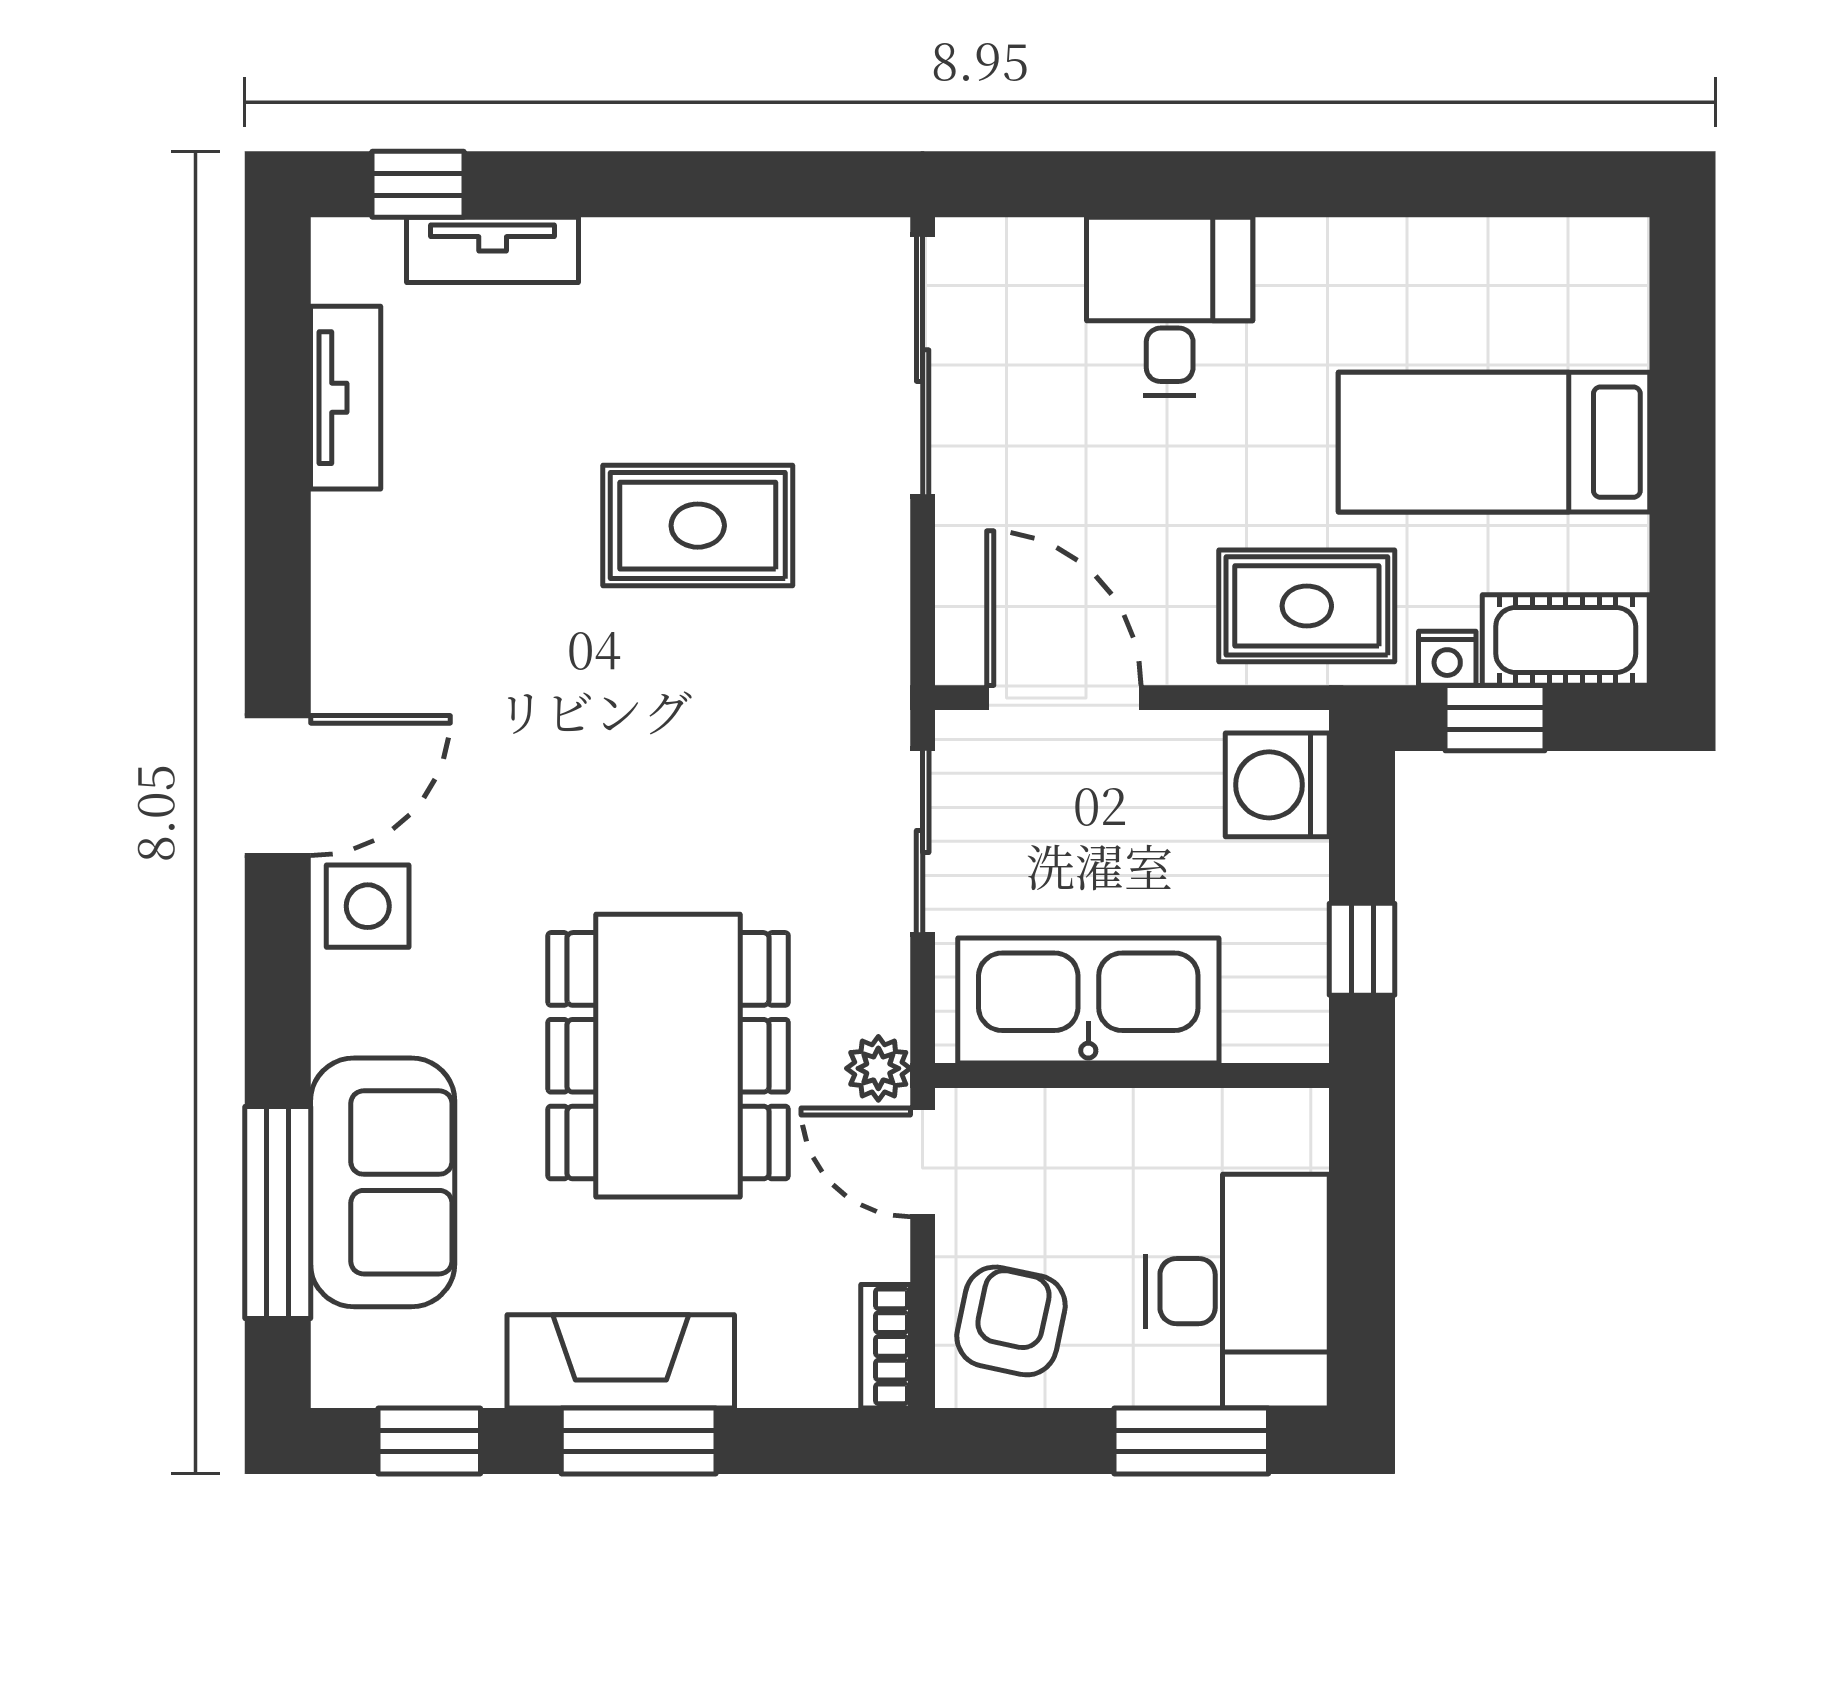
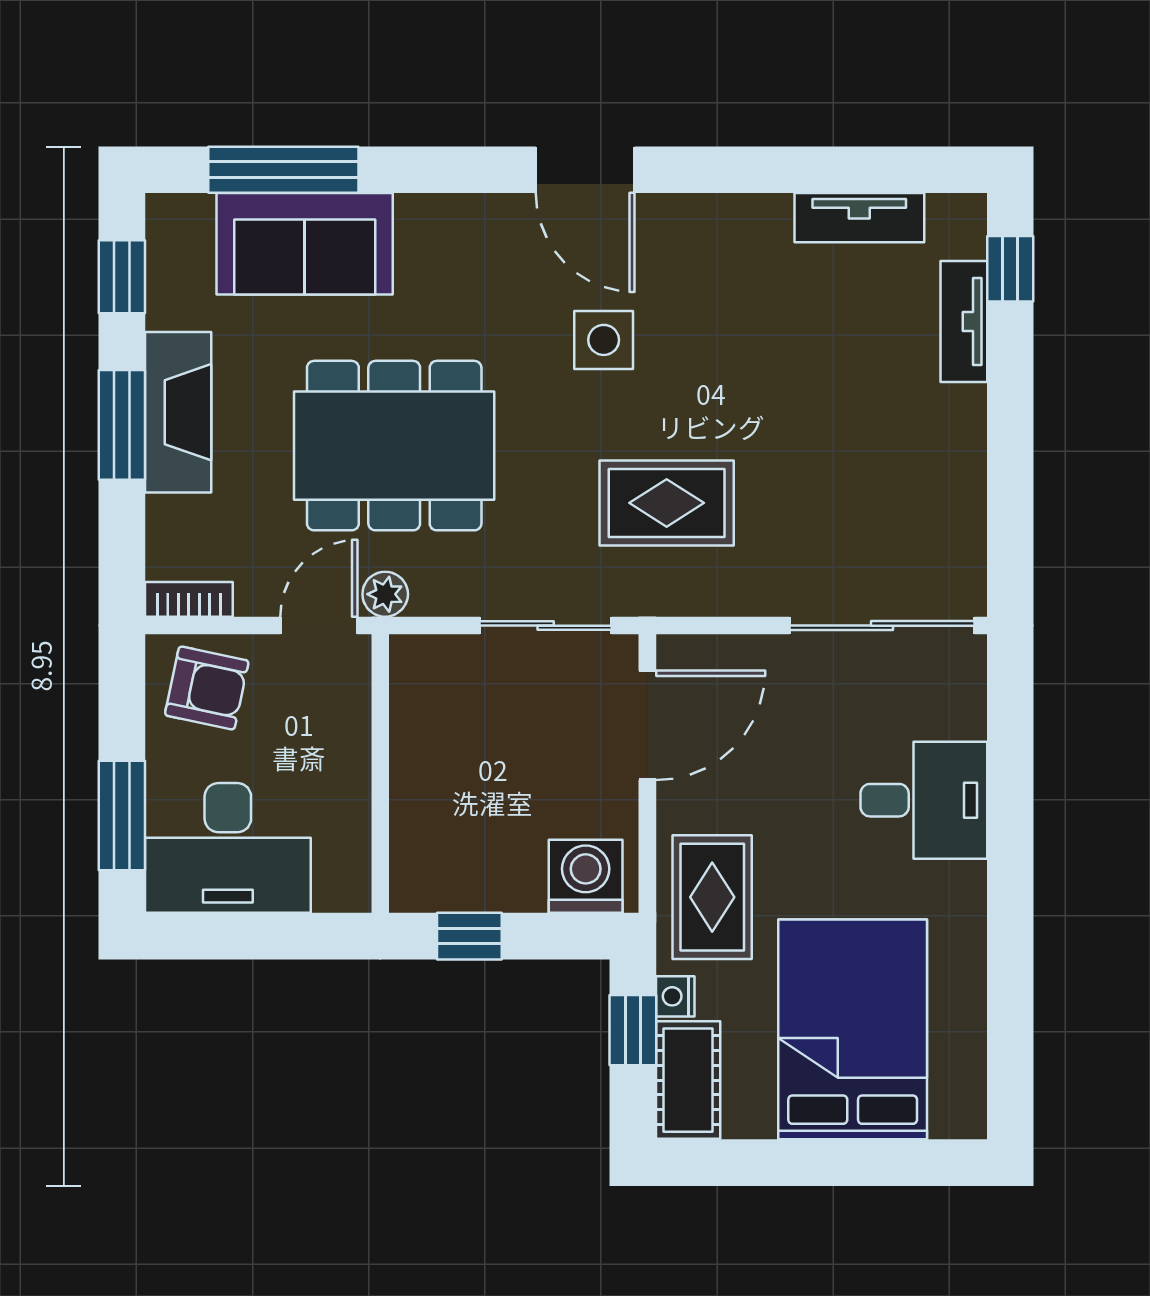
bed: (1494, 442) -> (853, 1029), width x1.50
rug: (698, 526) -> (667, 503), moved, turned 90
side table: (368, 906) -> (604, 340), moved
kitchen sink: (1088, 1000) -> (433, 743), removed

